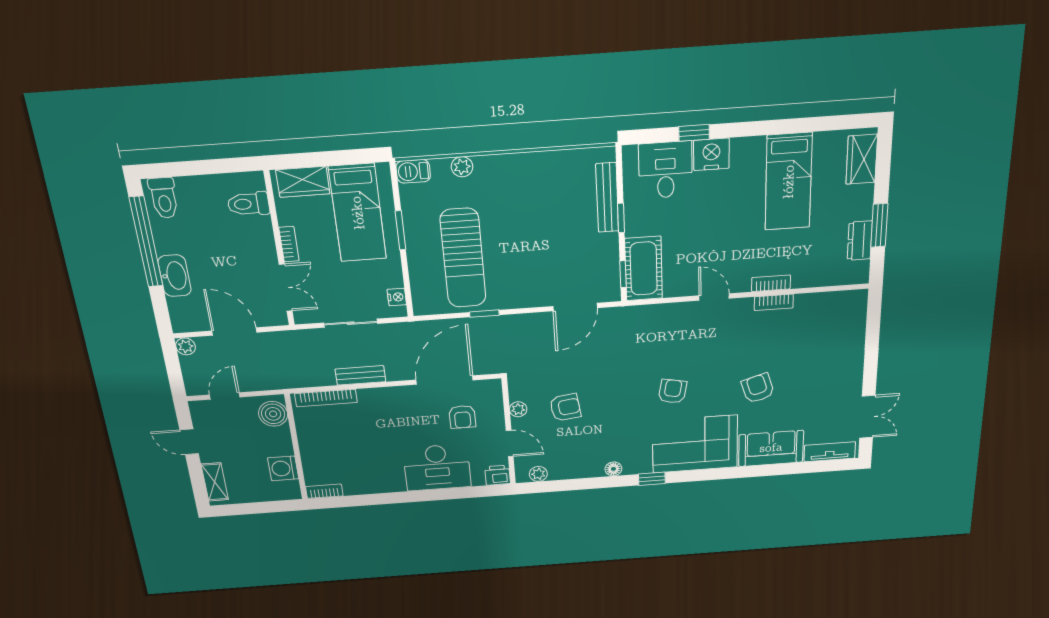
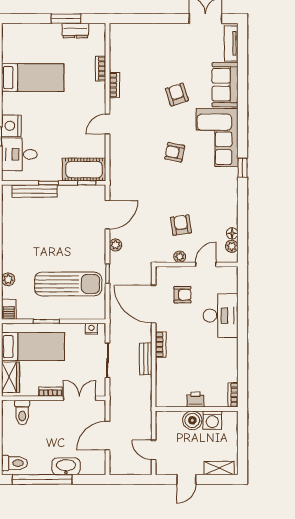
wardrobe: (862, 159) -> (21, 32), removed
bookcase: (771, 283) -> (101, 69), moved
door: (575, 307) -> (107, 215), hinge flipped
plant: (186, 346) -> (115, 245), moved
armchair: (758, 388) -> (177, 95), turned 89
bookcase: (326, 398) -> (161, 345), moved, width x0.64
boiler: (273, 414) -> (192, 420), moved
floor lamp: (613, 469) -> (232, 233), moved
printer: (498, 475) -> (195, 400), moved, turned 90

